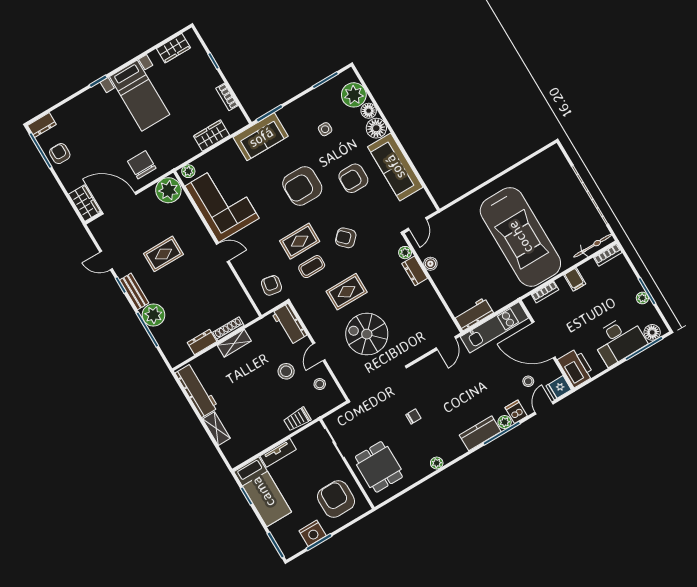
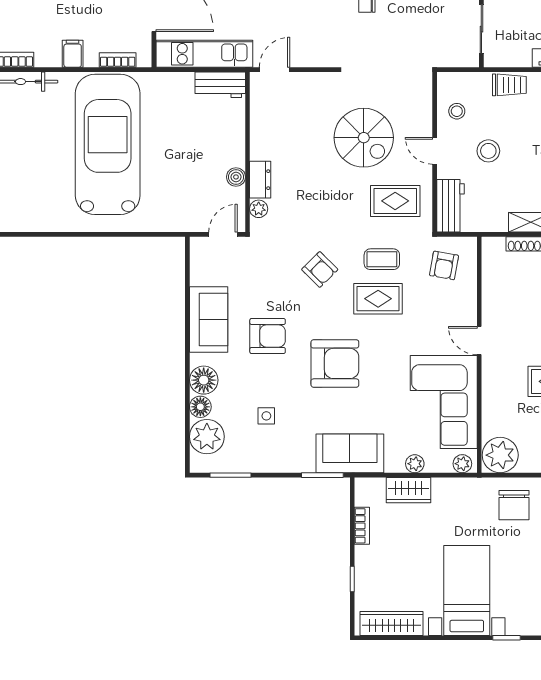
wardrobe: (173, 48) -> (392, 623), width x1.50
plant: (217, 154) -> (415, 464), added
sofa: (395, 167) -> (209, 319), width x0.73
rug: (347, 292) -> (395, 201), moved
door: (319, 352) -> (435, 151), swing flipped

